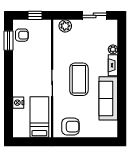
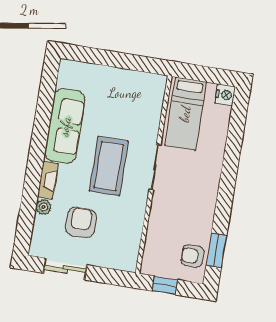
plant: (65, 26) -> (117, 259), removed
nightstand: (18, 103) -> (225, 95), moved
armchair: (70, 127) -> (81, 222), moved, turned 90

